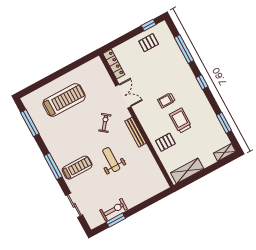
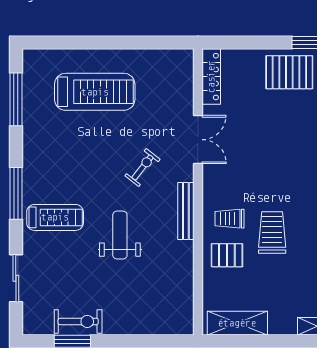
pallet: (149, 43) -> (289, 72), width x1.50, depth x1.42
trolley: (166, 100) -> (229, 219), moved

